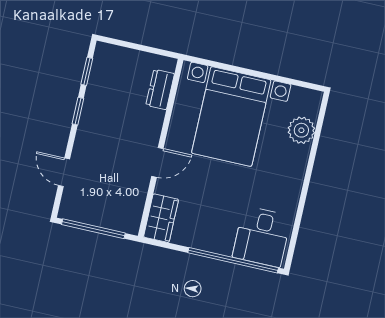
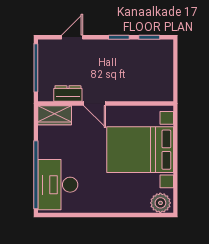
dresser: (160, 89) -> (68, 94), moved
plant: (301, 130) -> (160, 203), moved
desk: (262, 237) -> (58, 185), width x1.37

